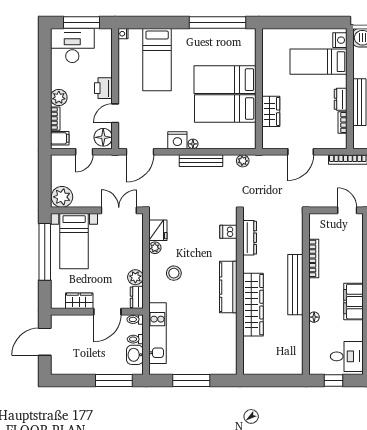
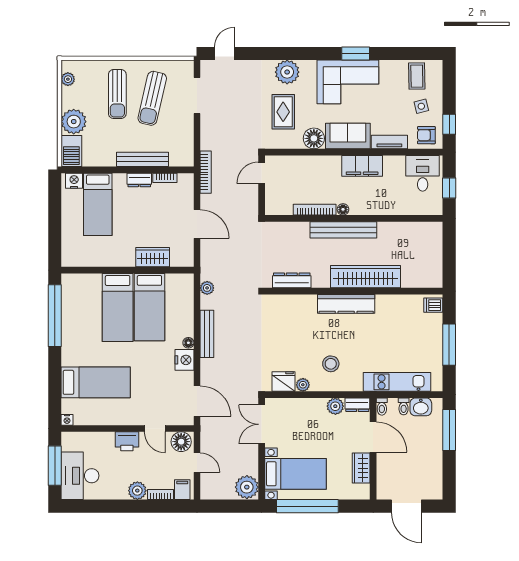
dishwasher: (228, 232) -> (433, 305), moved, turned 90
floor lamp: (314, 317) -> (343, 209), moved

